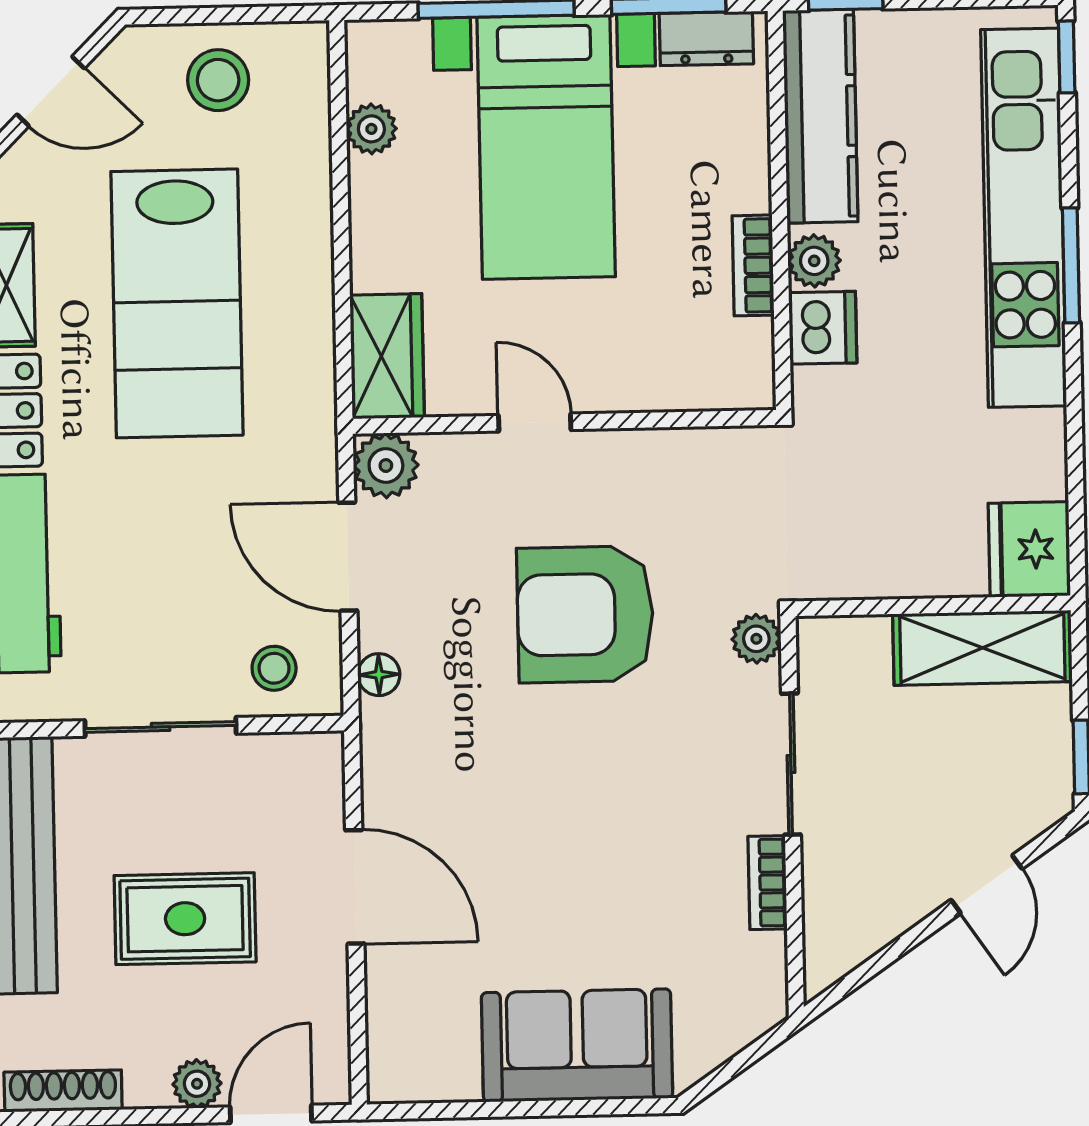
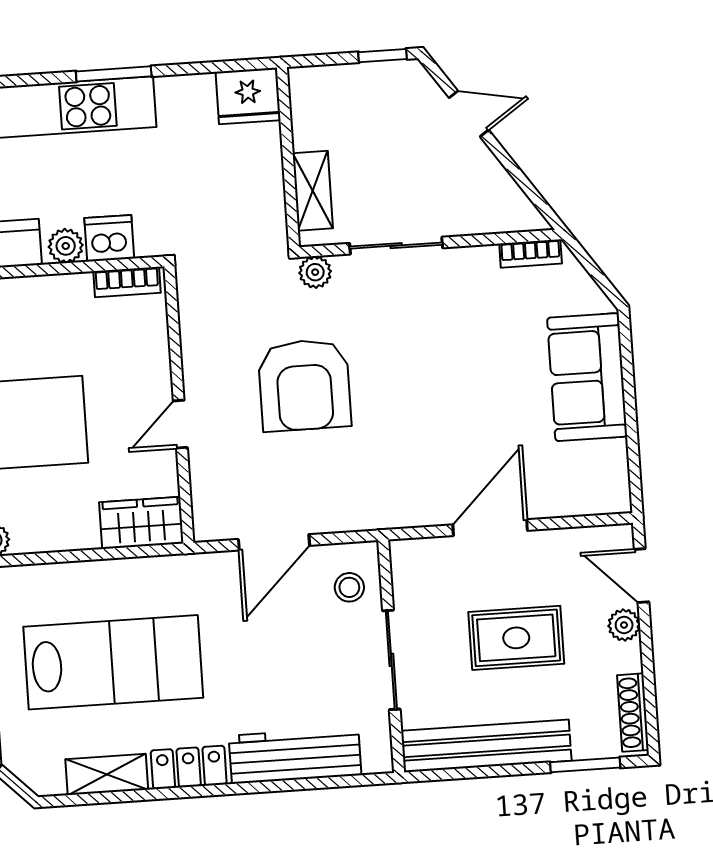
bookcase: (753, 265) -> (127, 282), moved
window: (1071, 265) -> (114, 74), moved
plant: (386, 466) -> (213, 520), removed
shelving: (982, 648) -> (313, 191), moved, width x0.67, depth x0.75
floor lamp: (379, 675) -> (350, 518), removed
bookcase: (767, 883) -> (531, 254), moved
rug: (185, 919) -> (516, 638), turned 90

